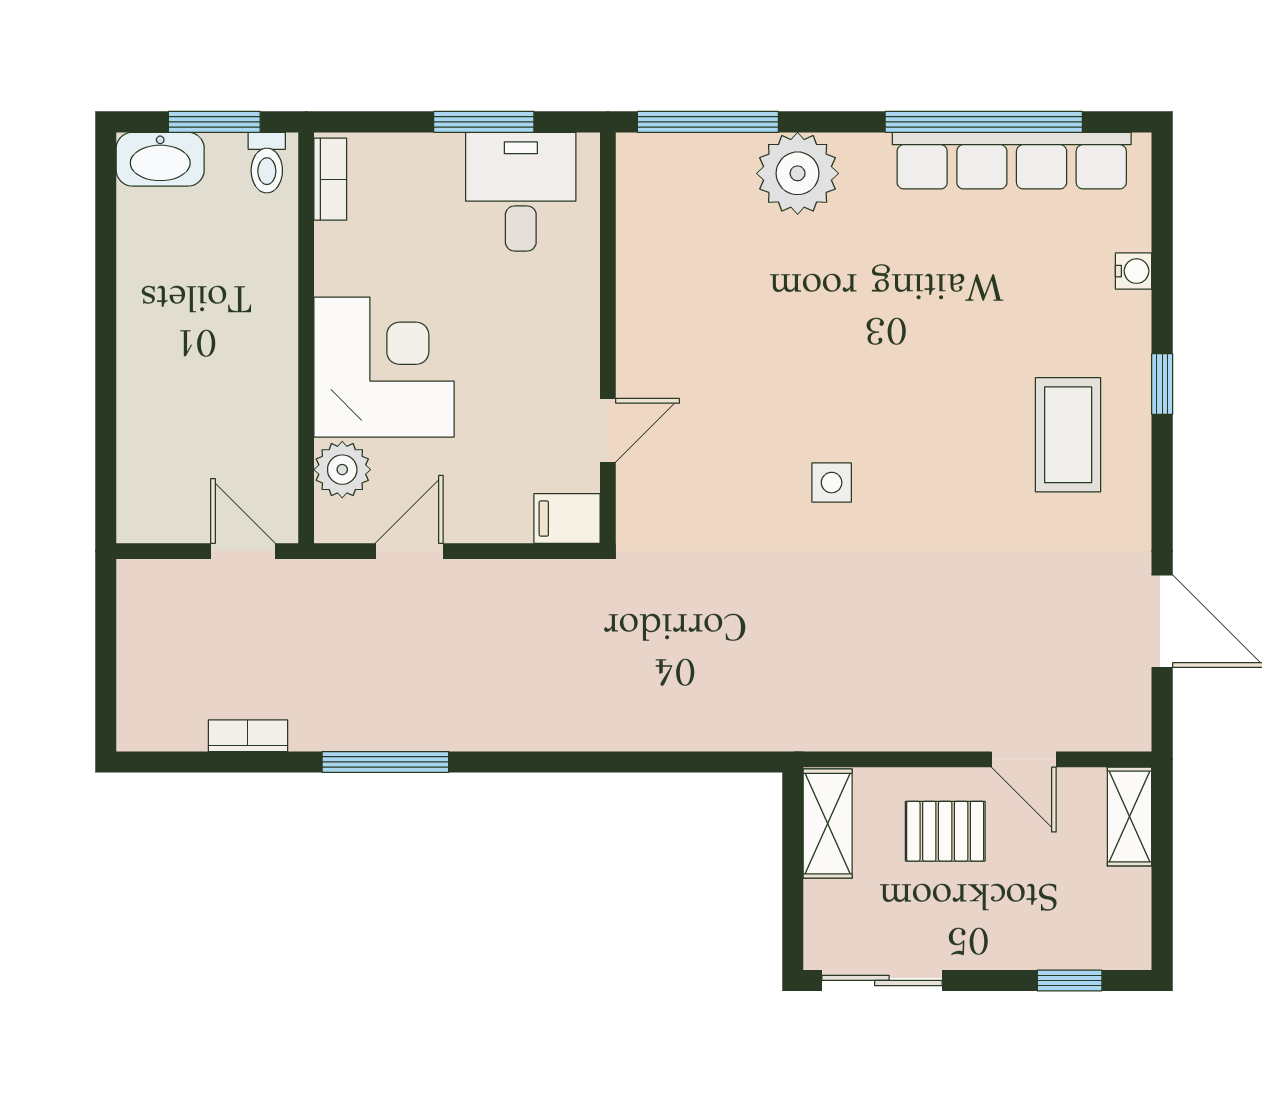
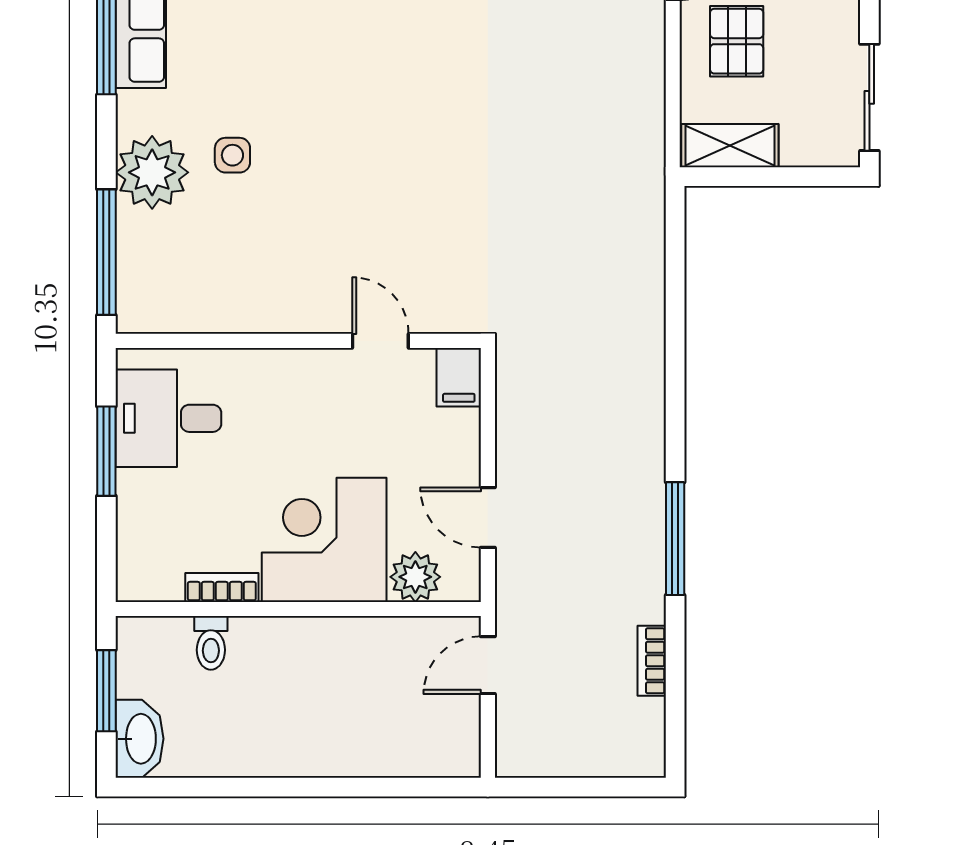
toilet: (267, 163) -> (211, 643), moved, turned 90
bookcase: (330, 179) -> (222, 588), moved
side table: (832, 483) -> (232, 155), moved

